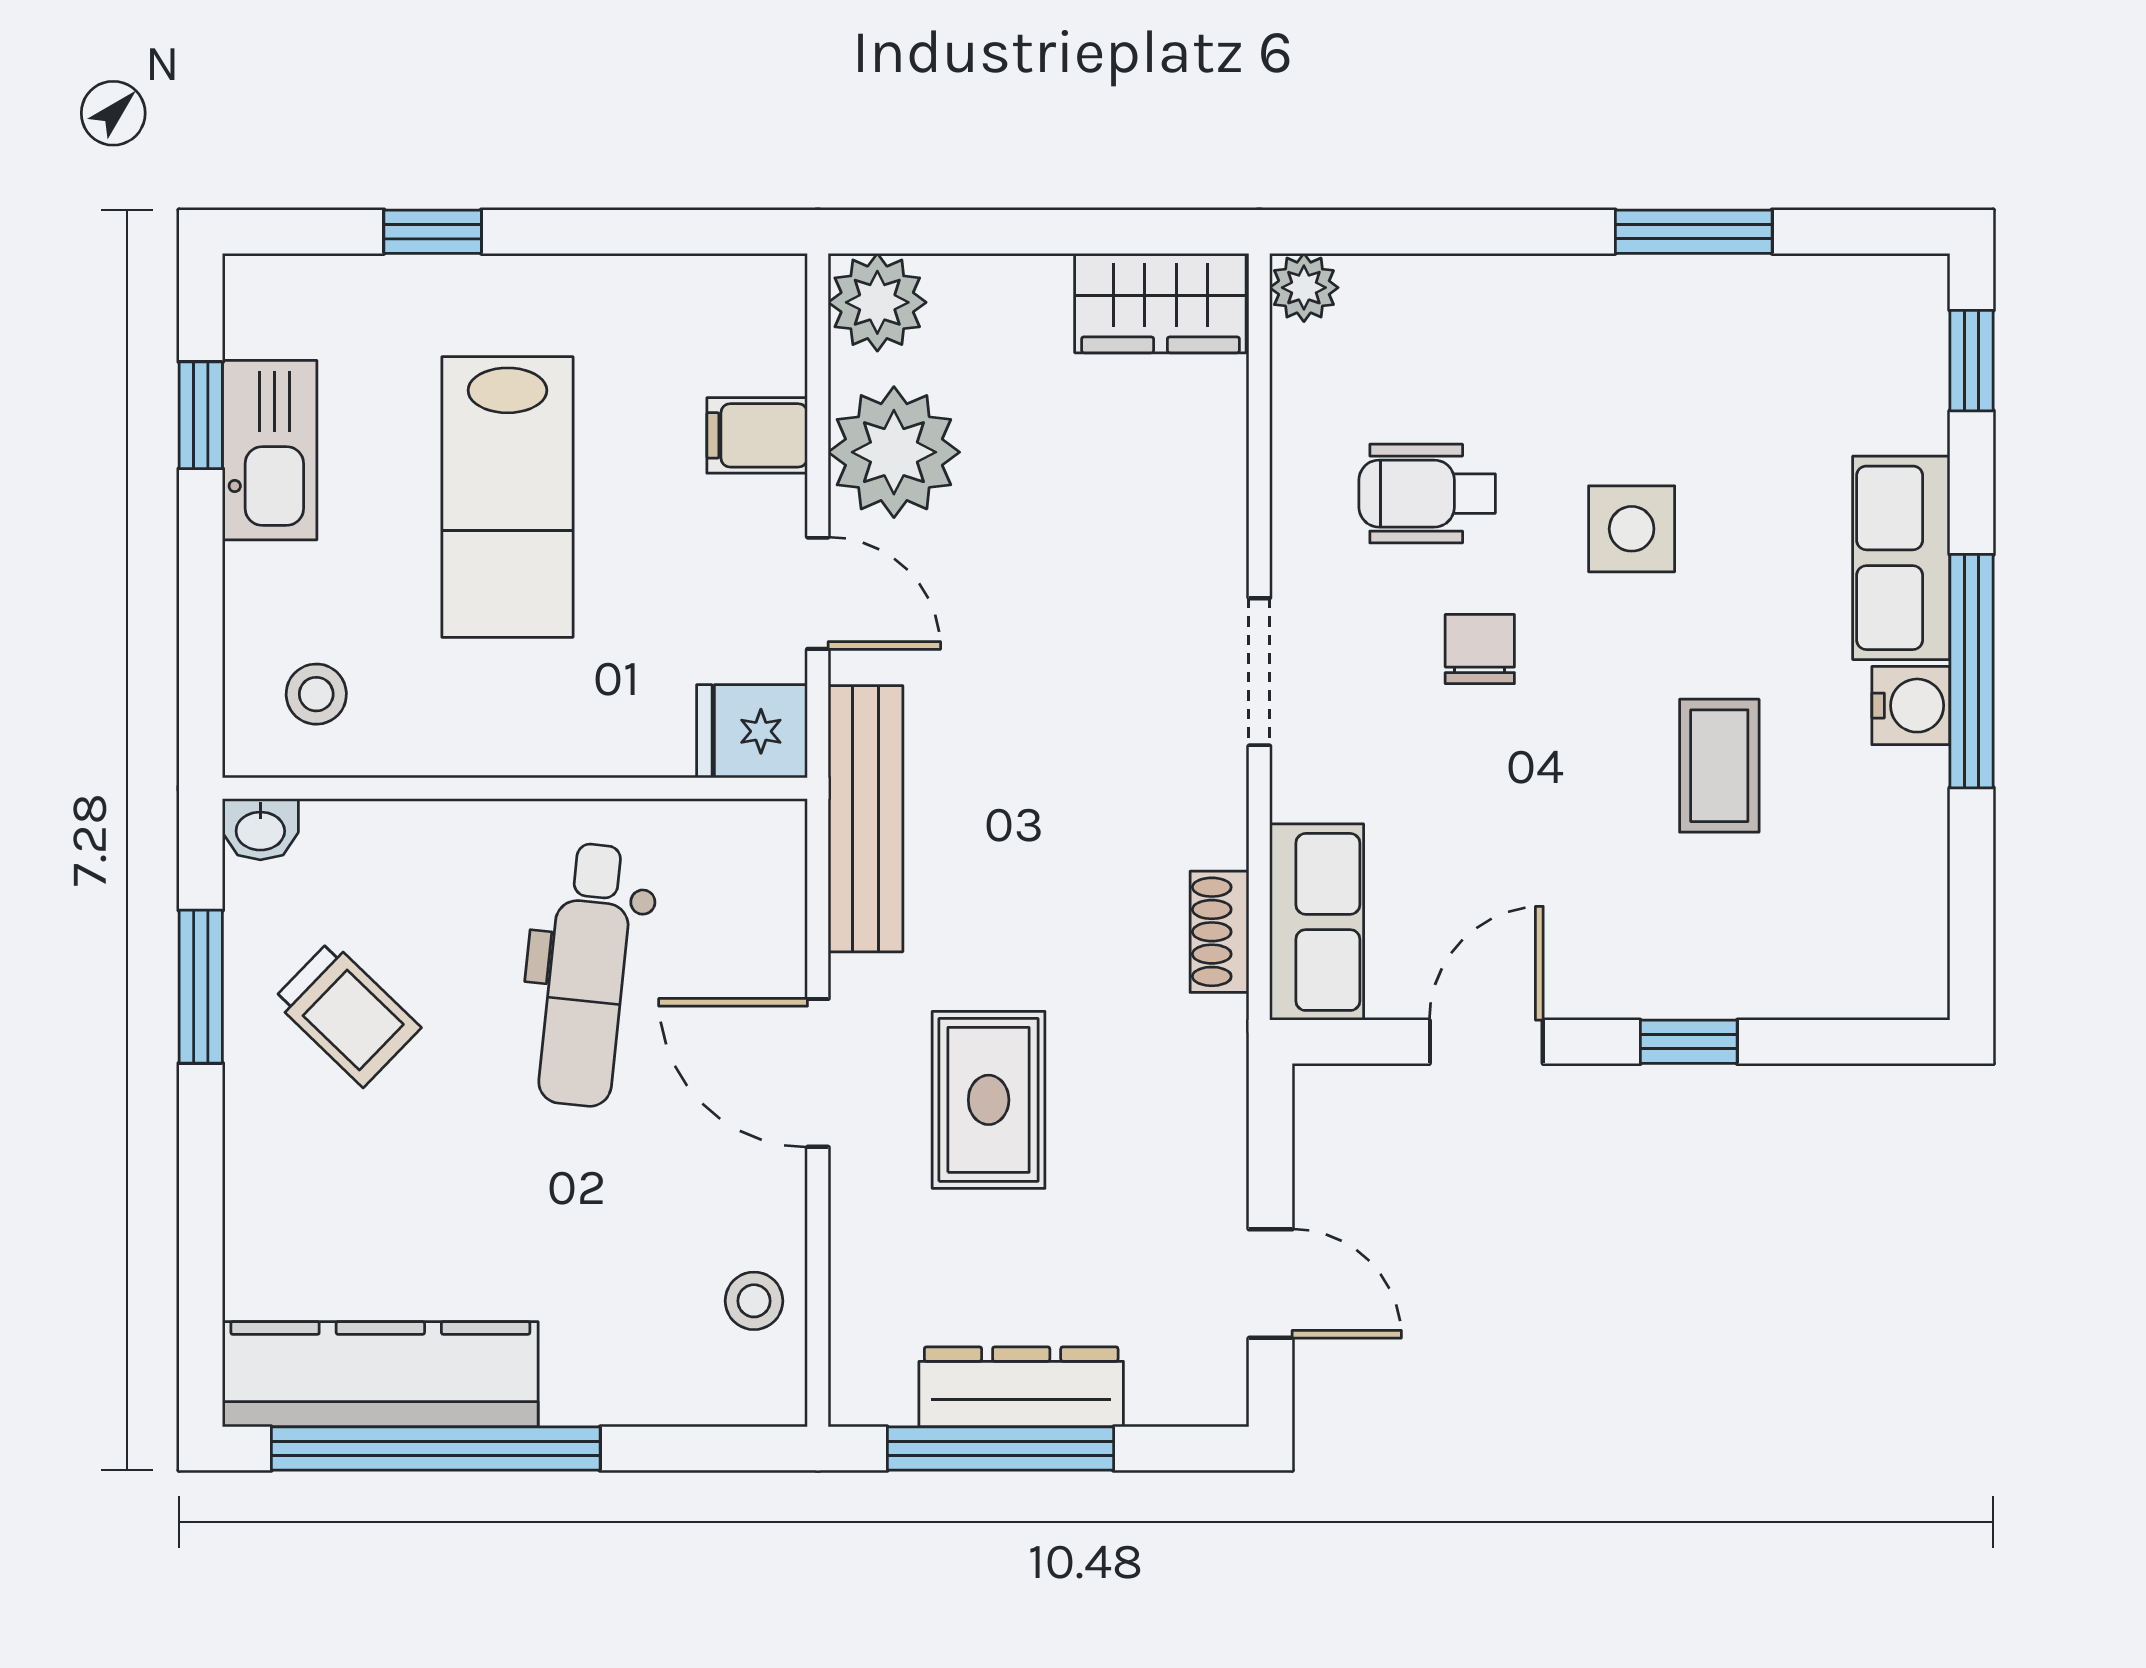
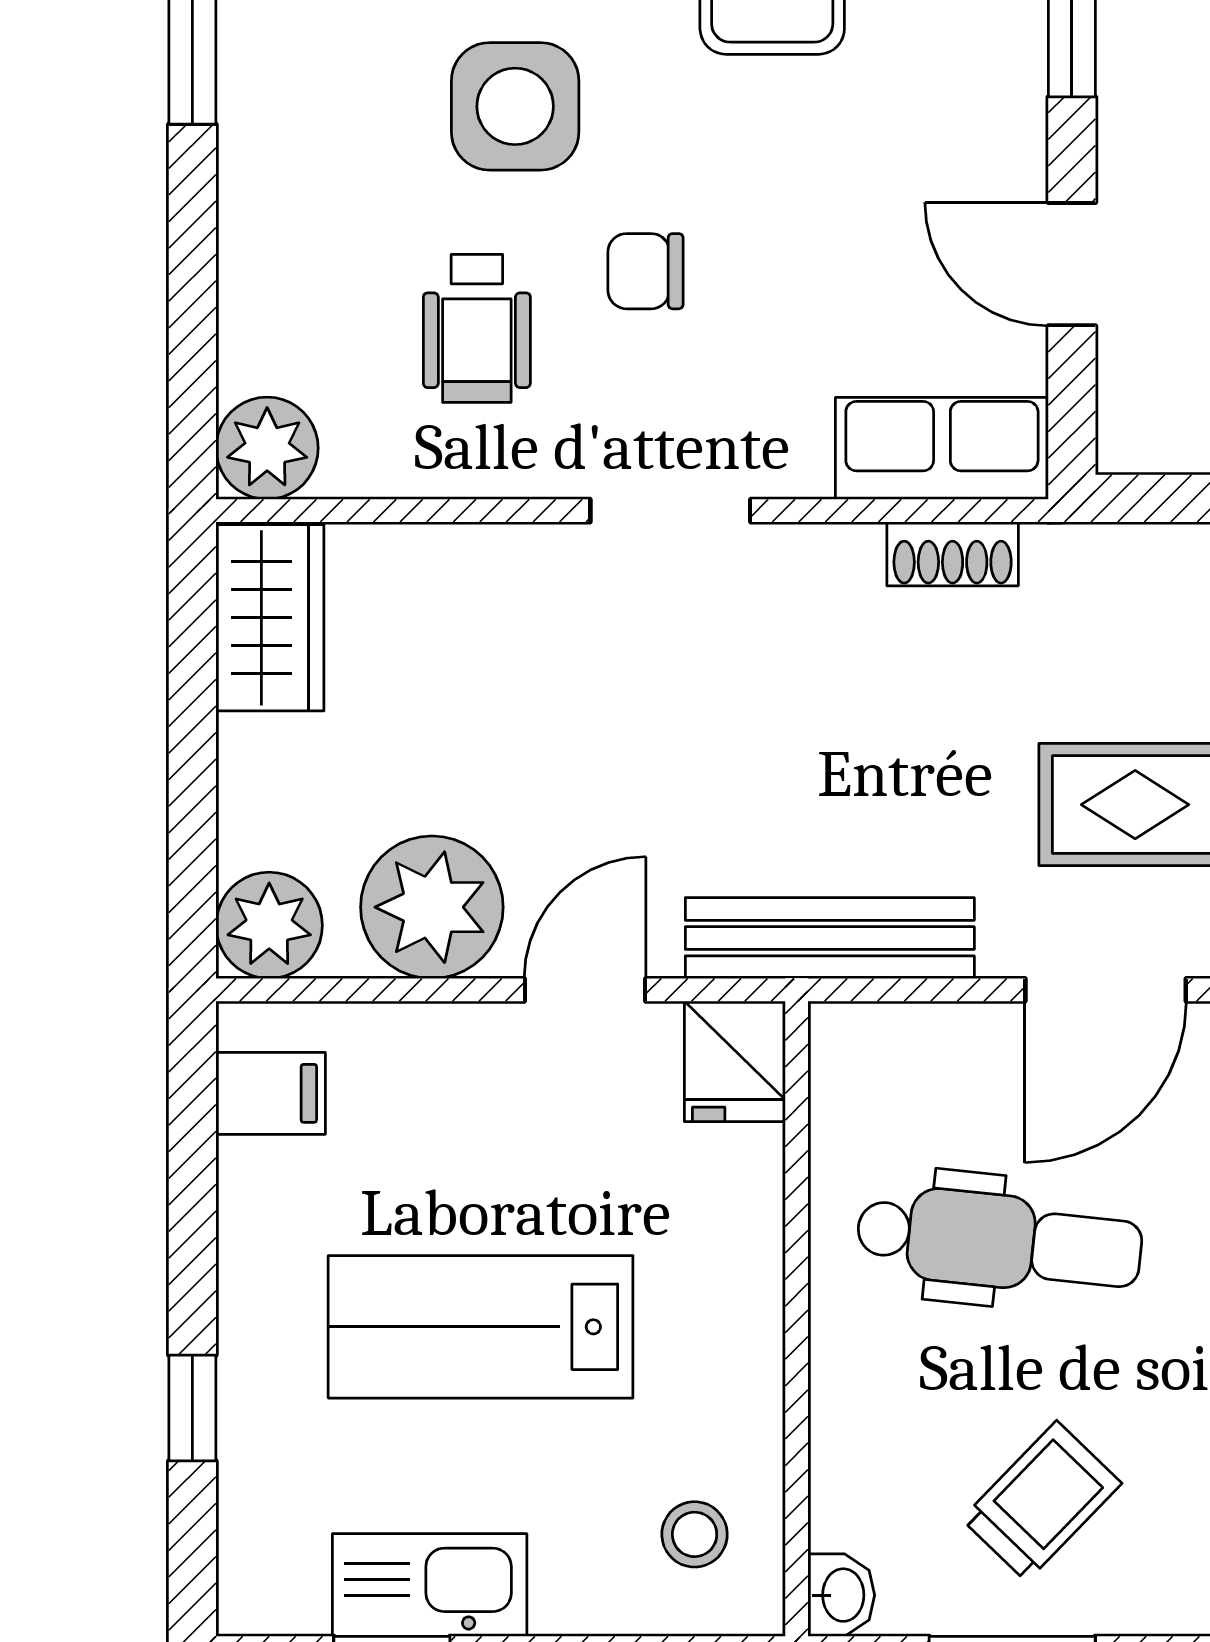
plant: (1304, 288) -> (267, 448), width x1.38, depth x1.38
filing cabinet: (757, 435) -> (271, 1093), moved, turned -90
lab bench: (507, 497) -> (481, 1327), turned 180
side table: (1632, 529) -> (515, 106), width x1.37, depth x1.37

